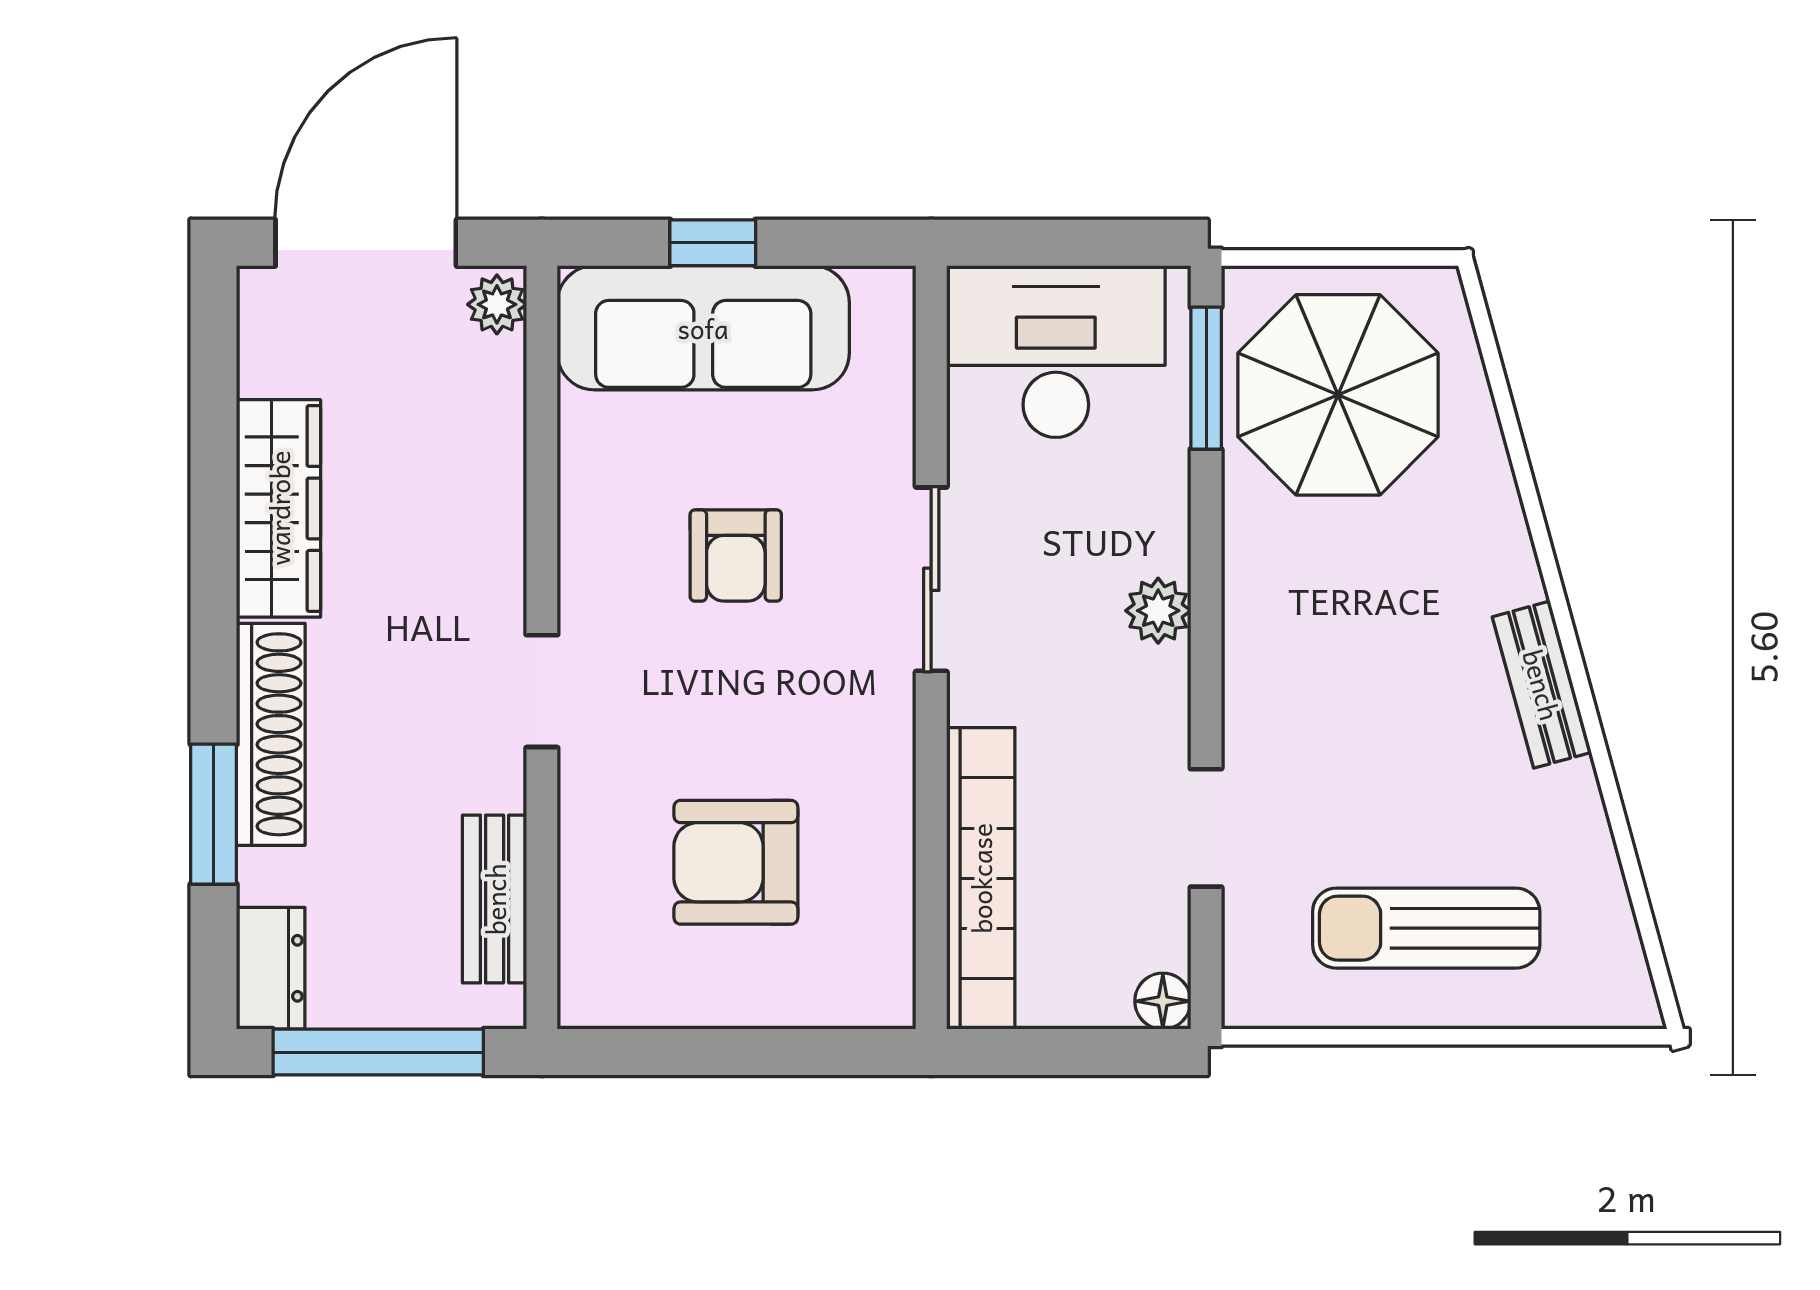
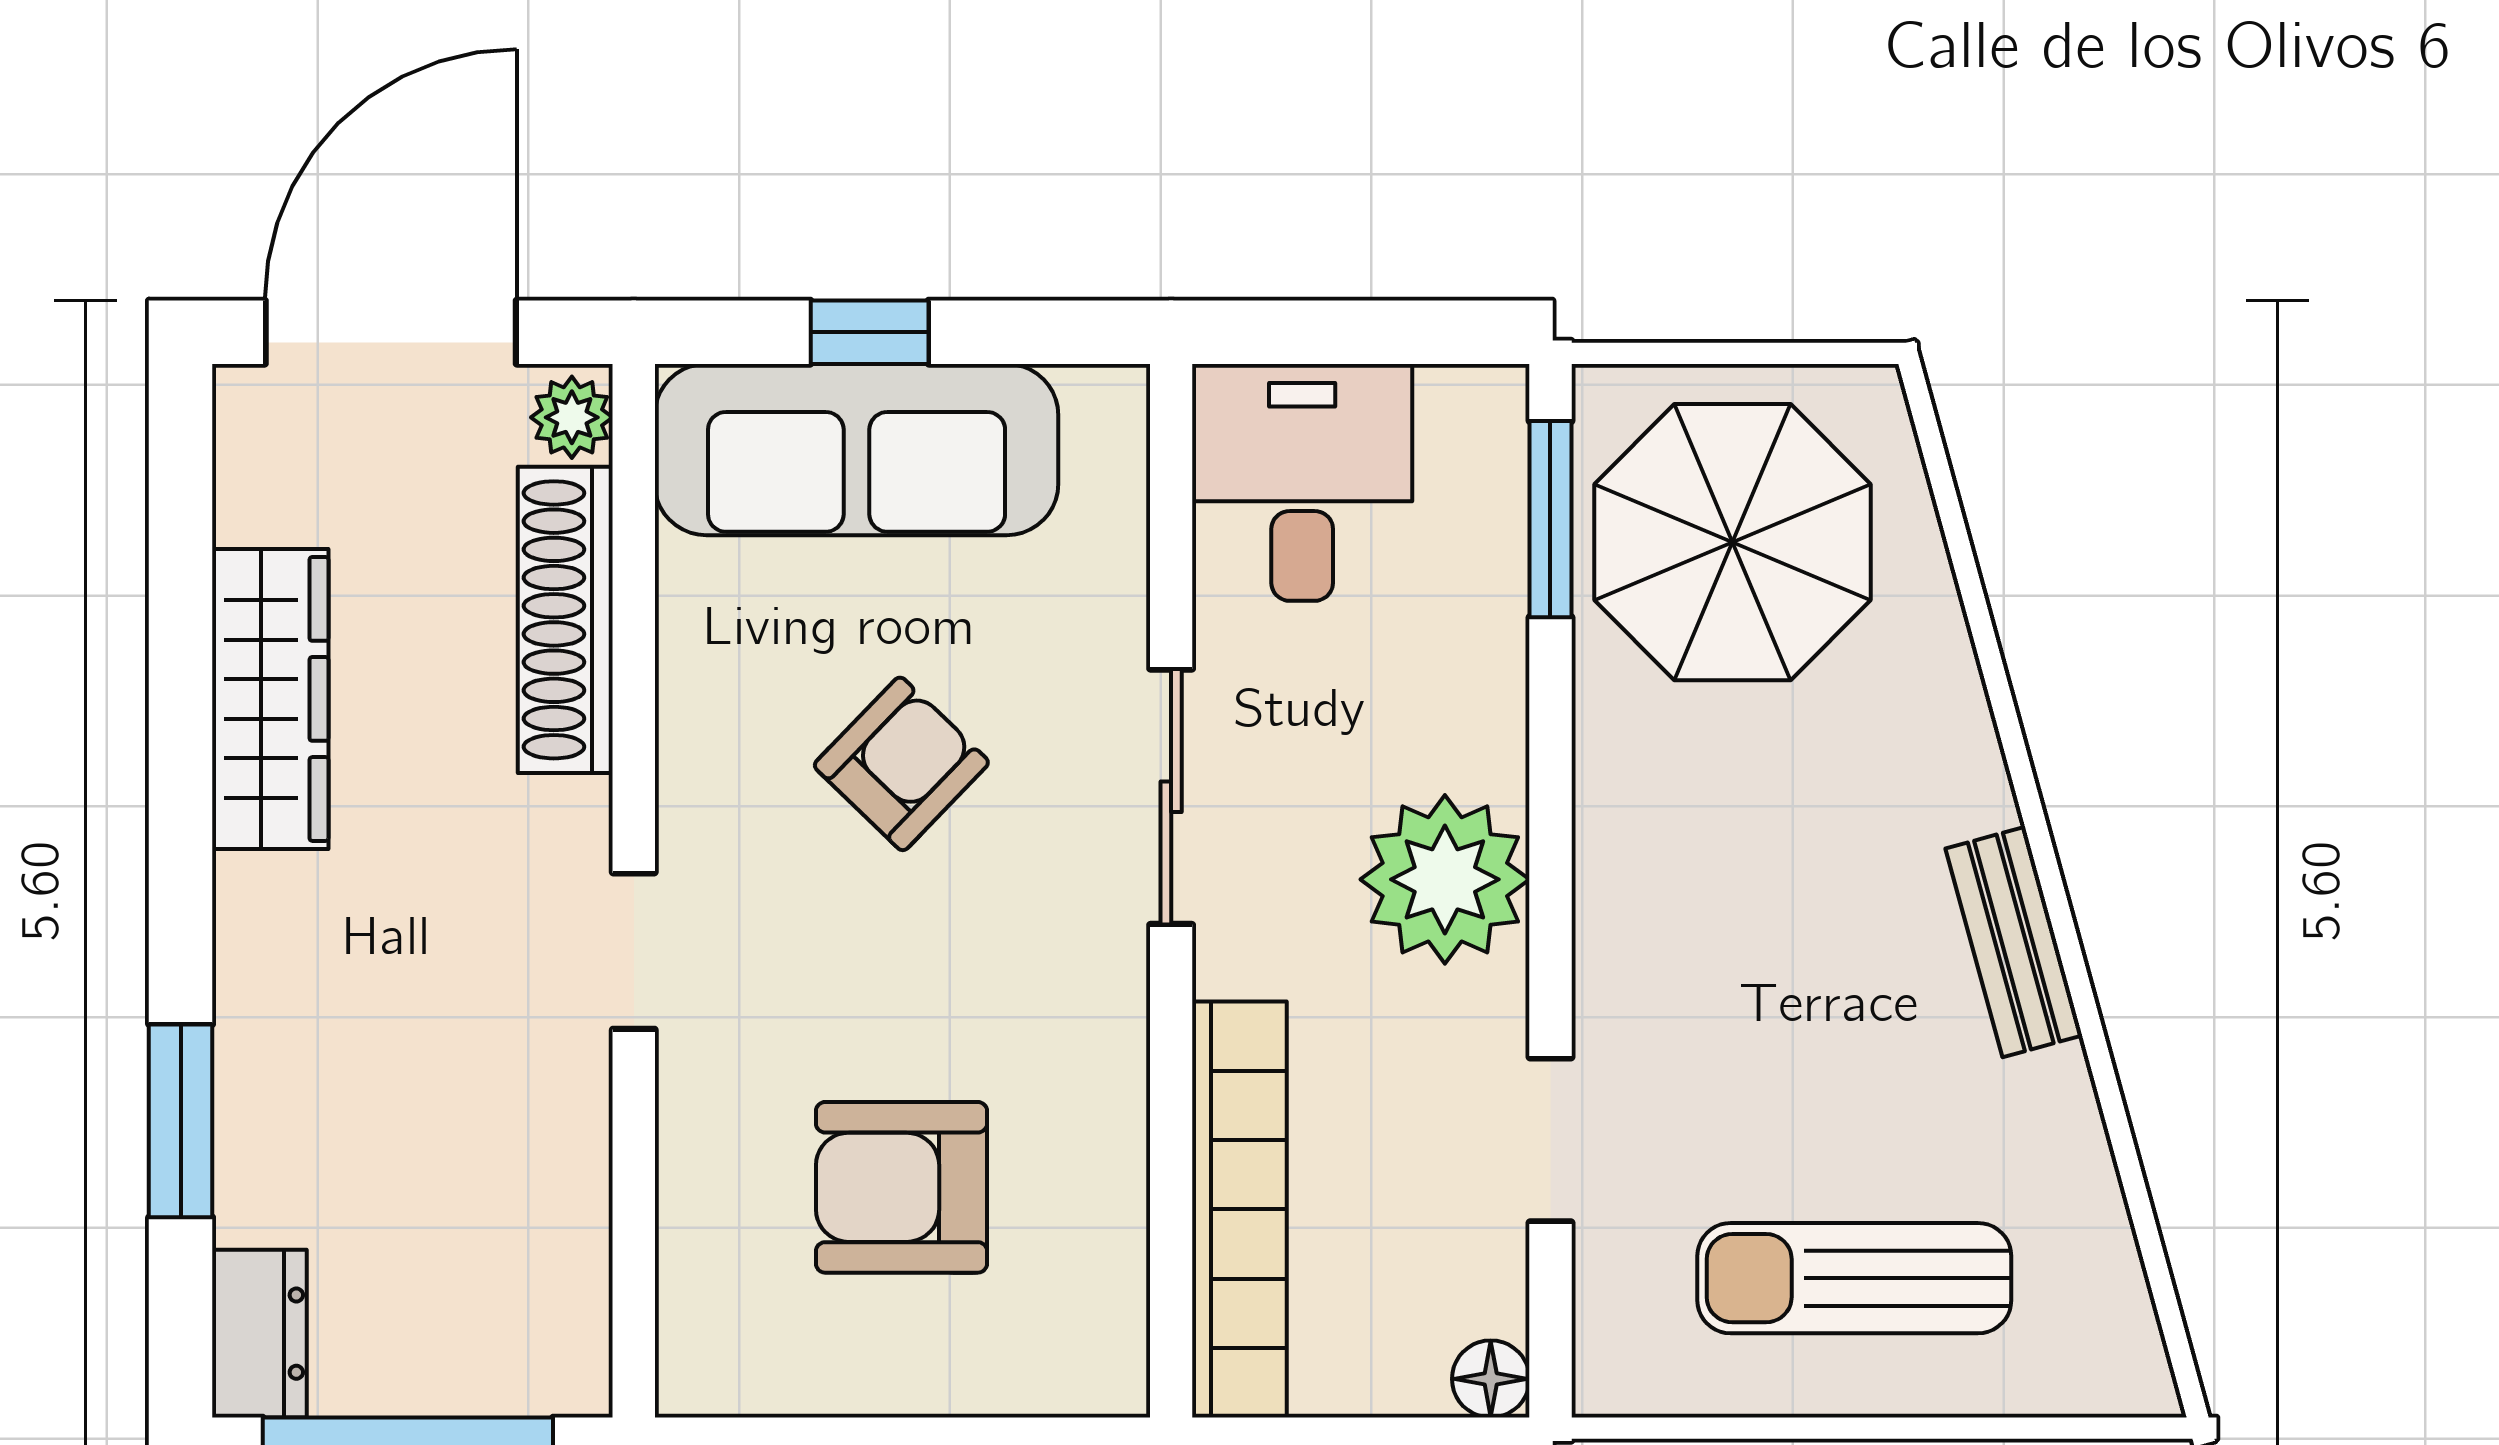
desk: (1056, 352) -> (1302, 482), width x0.73
armchair: (736, 555) -> (901, 764), turned -136
plant: (1158, 611) -> (1445, 879), width x1.88, depth x1.88
shoe rack: (271, 734) -> (565, 620), moved, turned 180
bench: (495, 899) -> (568, 1238), removed

